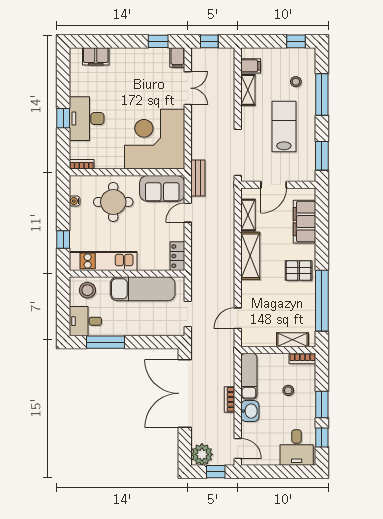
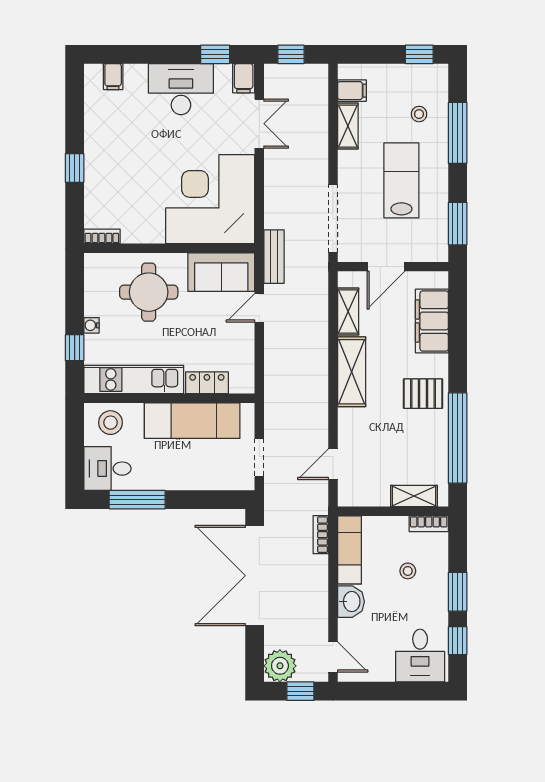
filing cabinet: (96, 56) -> (113, 77), width x0.50
desk: (87, 119) -> (181, 89), moved, turned 90
water cooler: (75, 201) -> (91, 325), moved
locker: (177, 256) -> (207, 383), moved, turned 90
bookcase: (229, 399) -> (321, 535), moved

